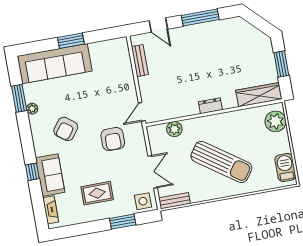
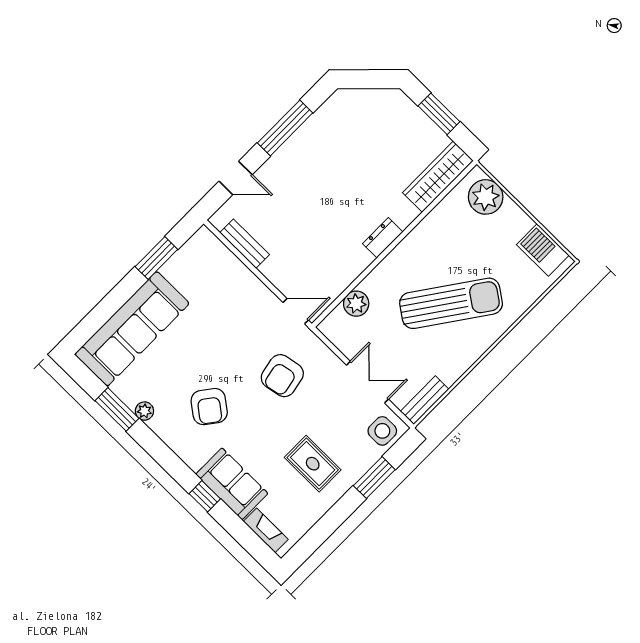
window: (71, 41) -> (156, 258), moved
door: (142, 112) -> (296, 311), swing flipped
armchair: (113, 139) -> (282, 376), turned 79
rug: (97, 193) -> (313, 464), turned 90

